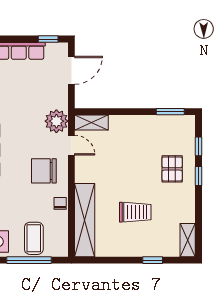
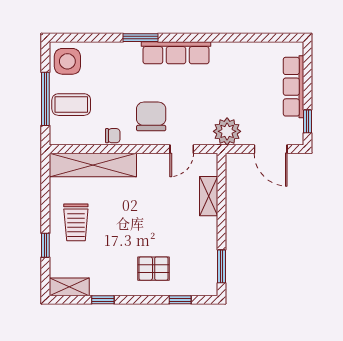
plant: (56, 121) -> (227, 131), moved
shelving: (91, 122) -> (209, 196), moved
window: (198, 176) -> (103, 300), moved
trolley: (135, 212) -> (76, 222), moved

